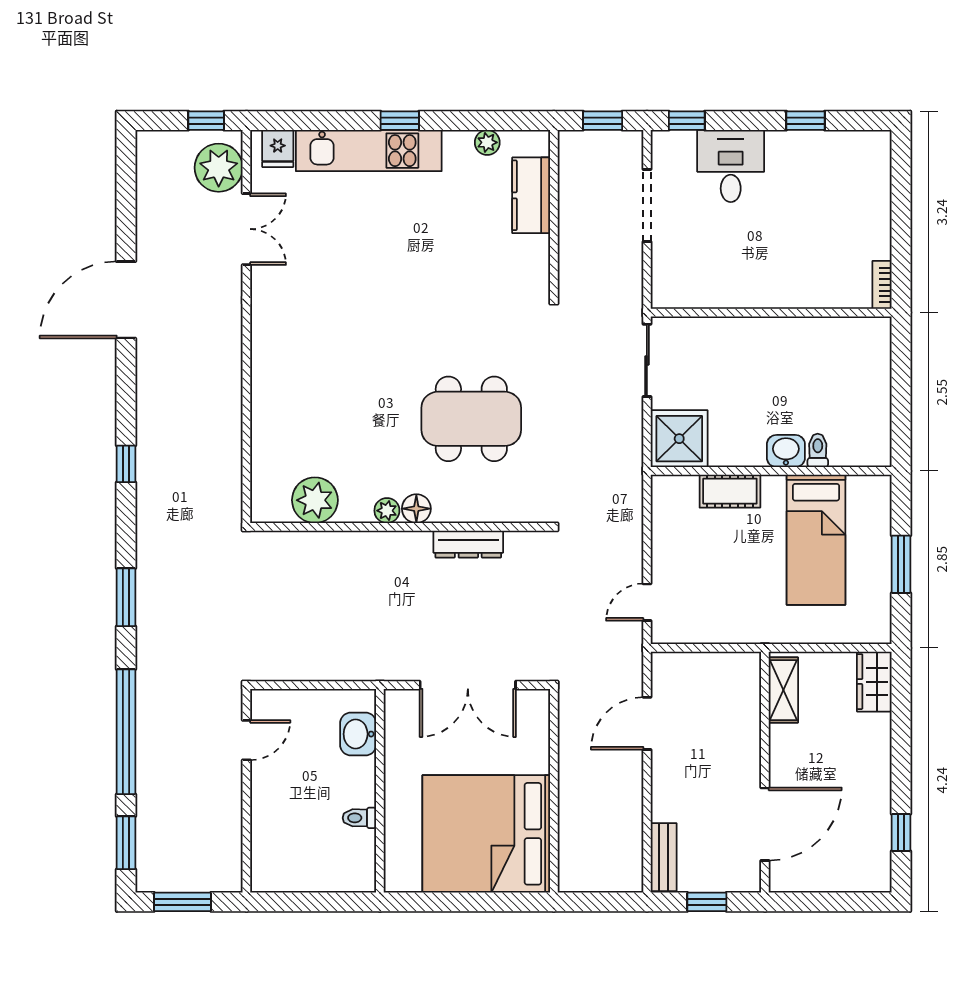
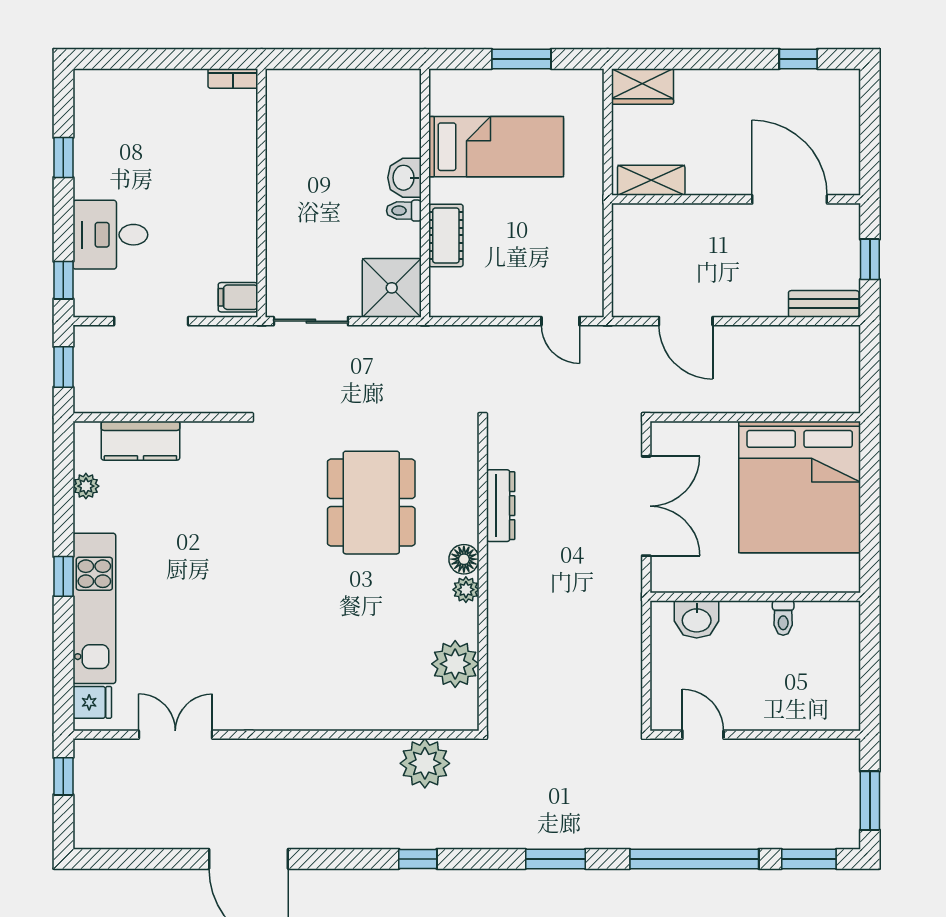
plant: (219, 168) -> (425, 763), moved
filing cabinet: (670, 290) -> (238, 297), added
toilet: (818, 450) -> (404, 211), moved

